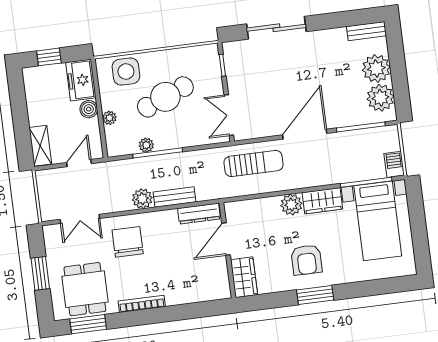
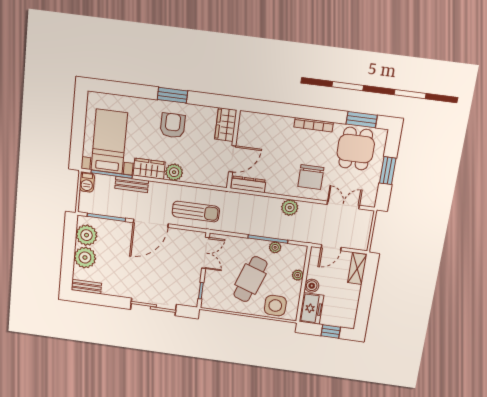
cafe table: (165, 97) -> (250, 279), turned -49
sun lounger: (254, 164) -> (196, 212), turned 180
bench: (174, 197) -> (132, 184), moved

